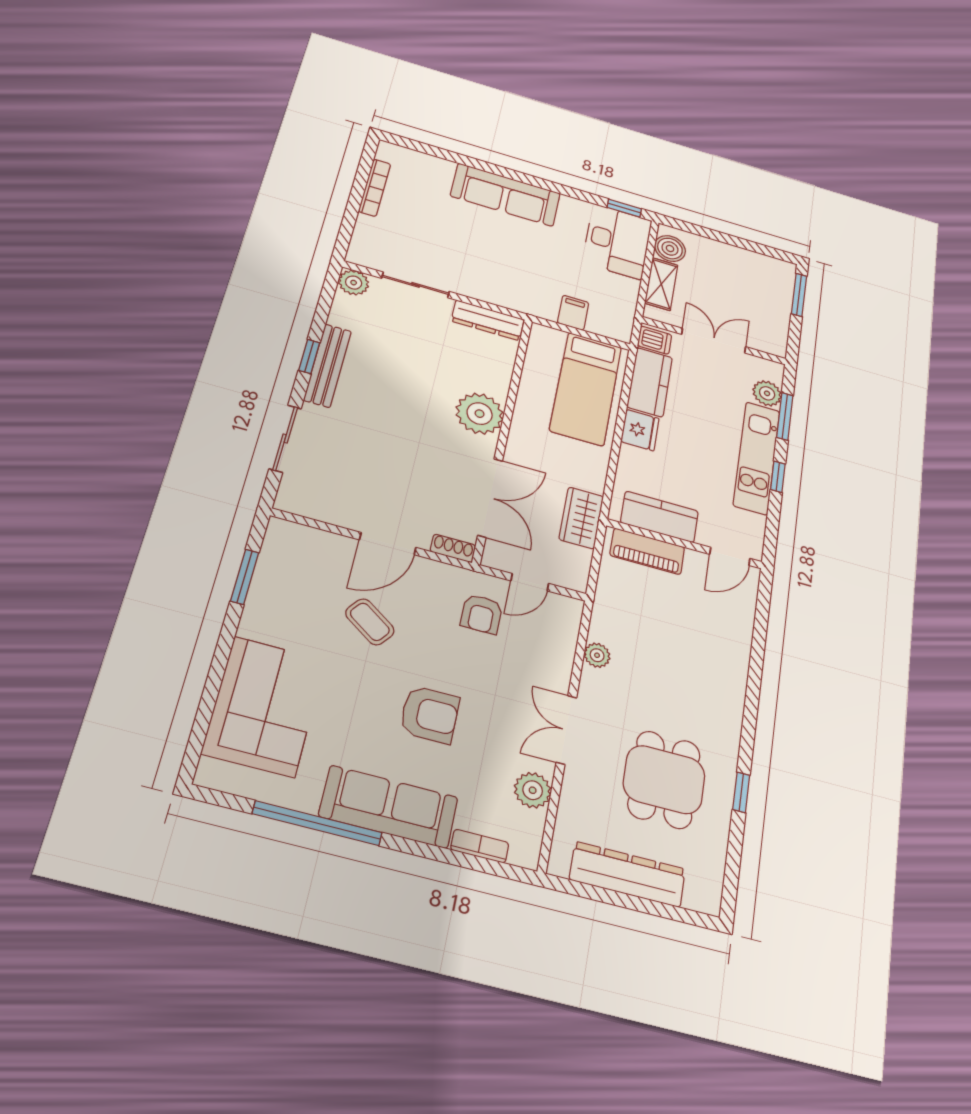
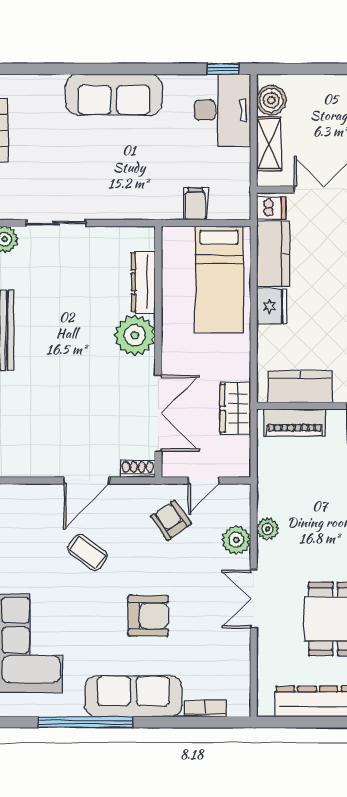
dresser: (488, 320) -> (143, 282), moved, turned 90
armchair: (482, 614) -> (171, 520), turned 145
plant: (533, 790) -> (236, 540), moved

